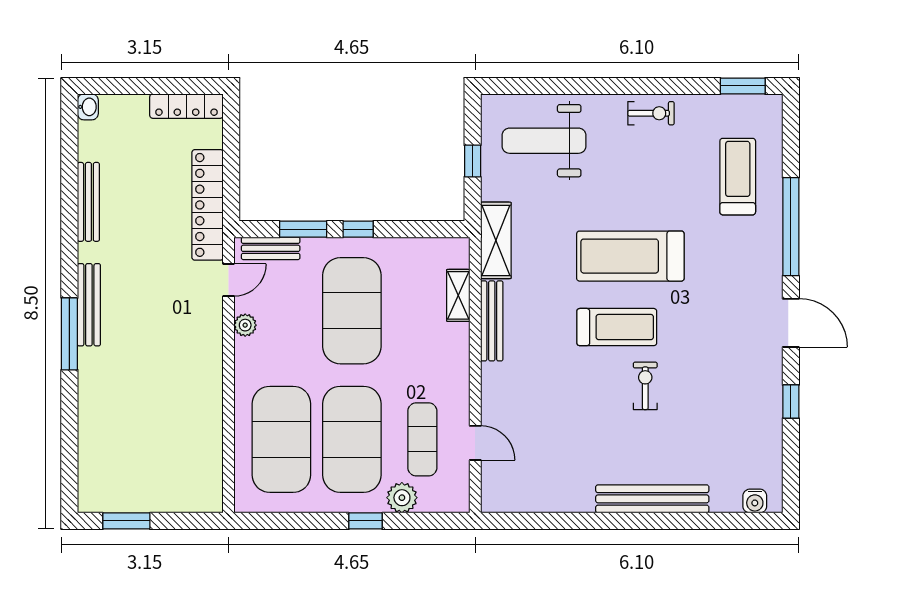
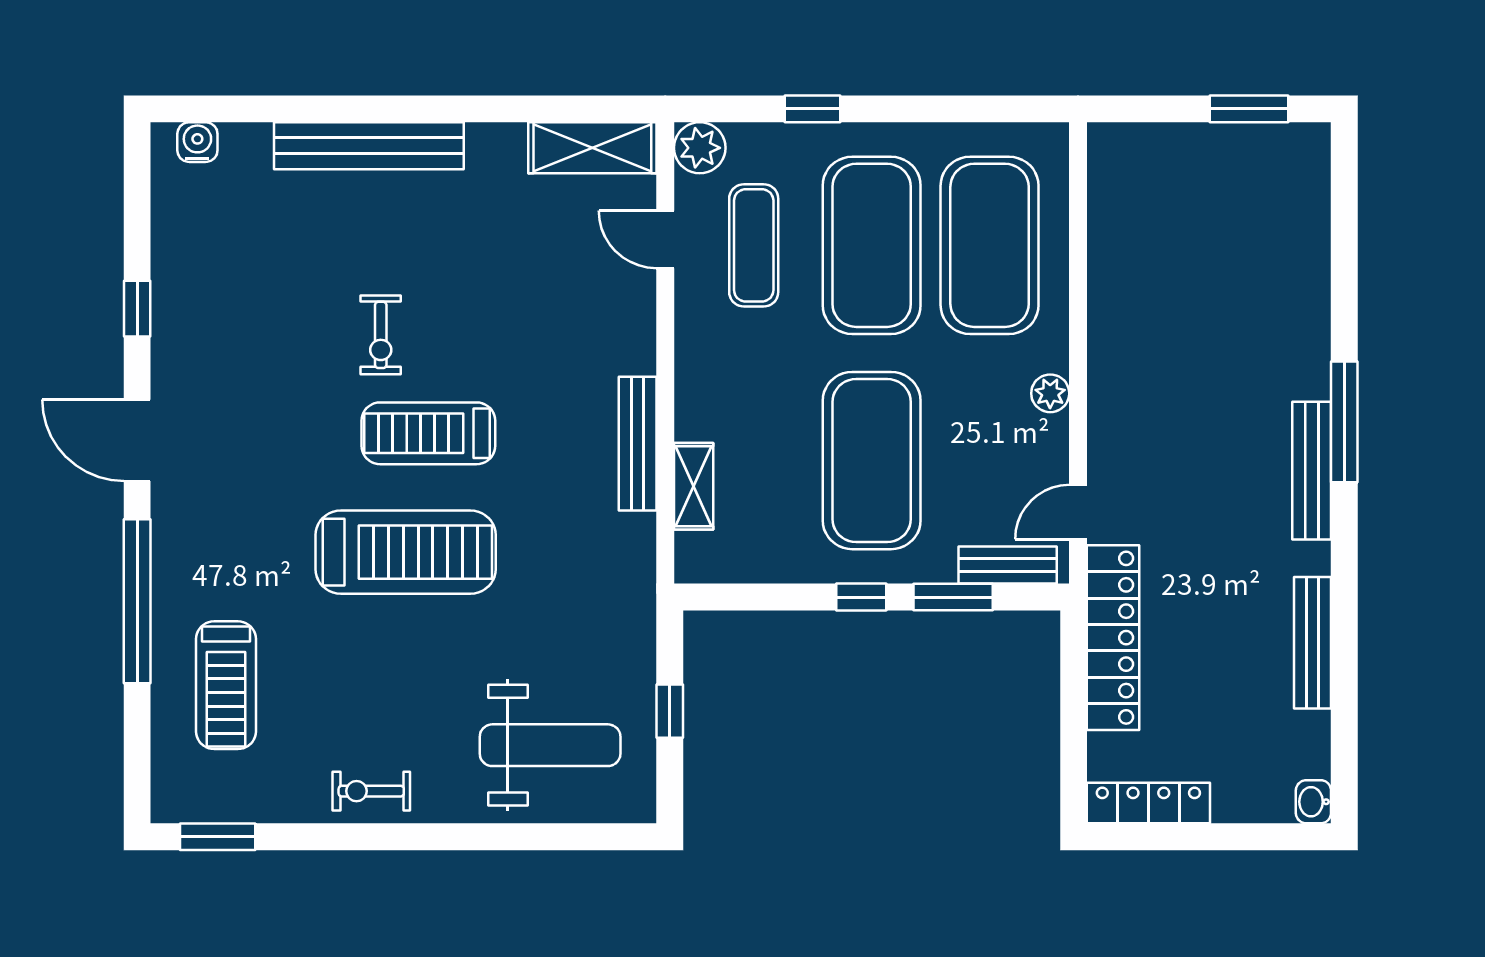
shelving: (496, 240) -> (592, 148), moved, turned 90
plant: (245, 325) -> (1050, 393), moved
plant: (402, 498) -> (700, 148), moved
window: (365, 521) -> (813, 109), moved

